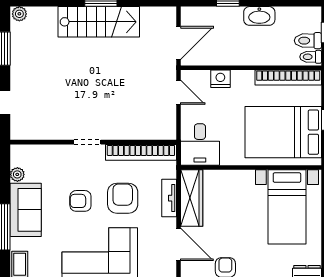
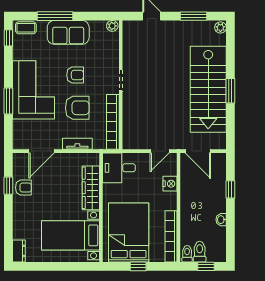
washbasin: (259, 16) -> (221, 220), width x0.52, depth x0.69
stairs: (99, 22) -> (208, 89), width x1.36, depth x1.51
plant: (17, 174) -> (112, 26), moved
wardrobe: (192, 198) -> (91, 188), moved, turned 90
armchair: (80, 201) -> (75, 75), turned 90

